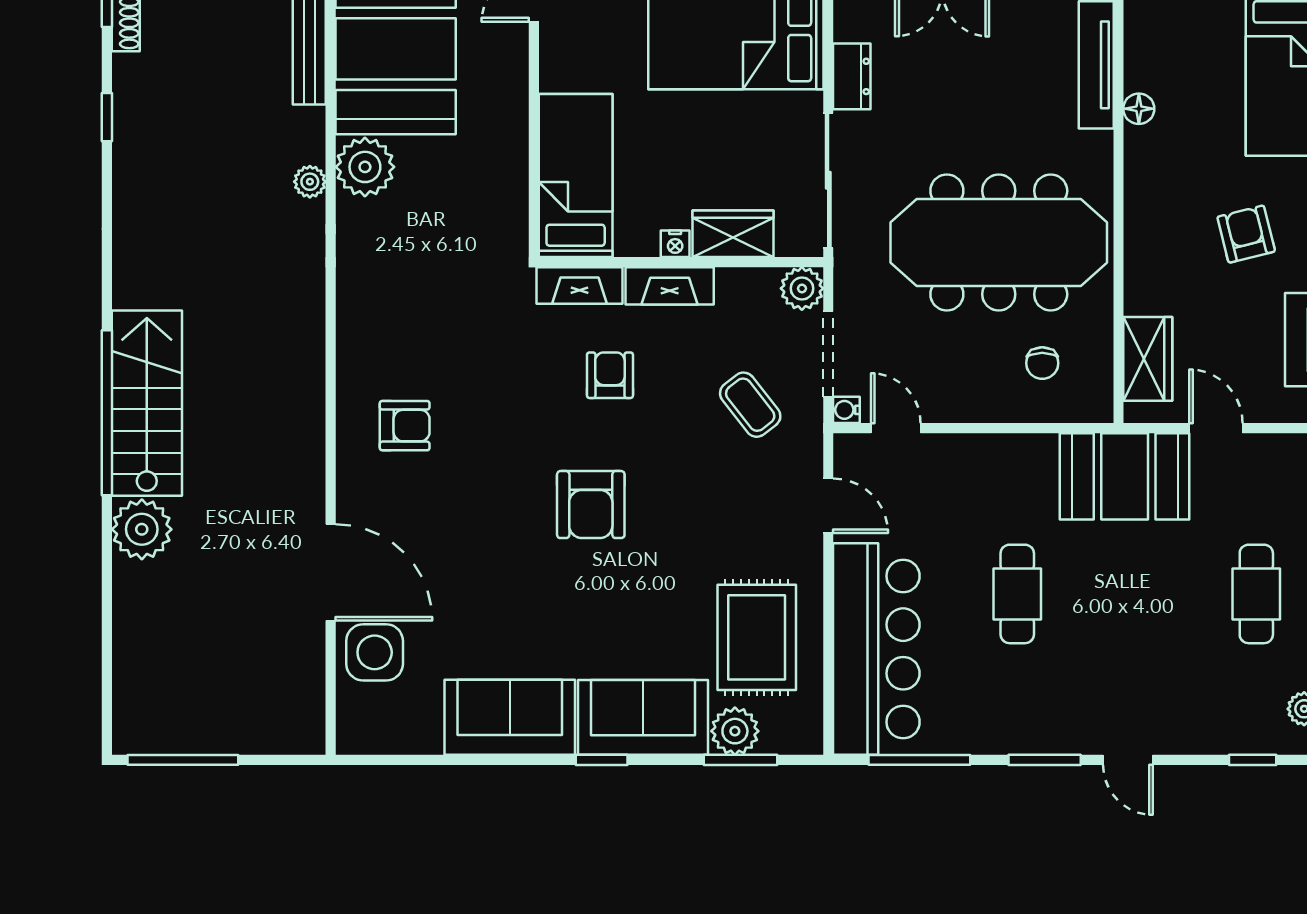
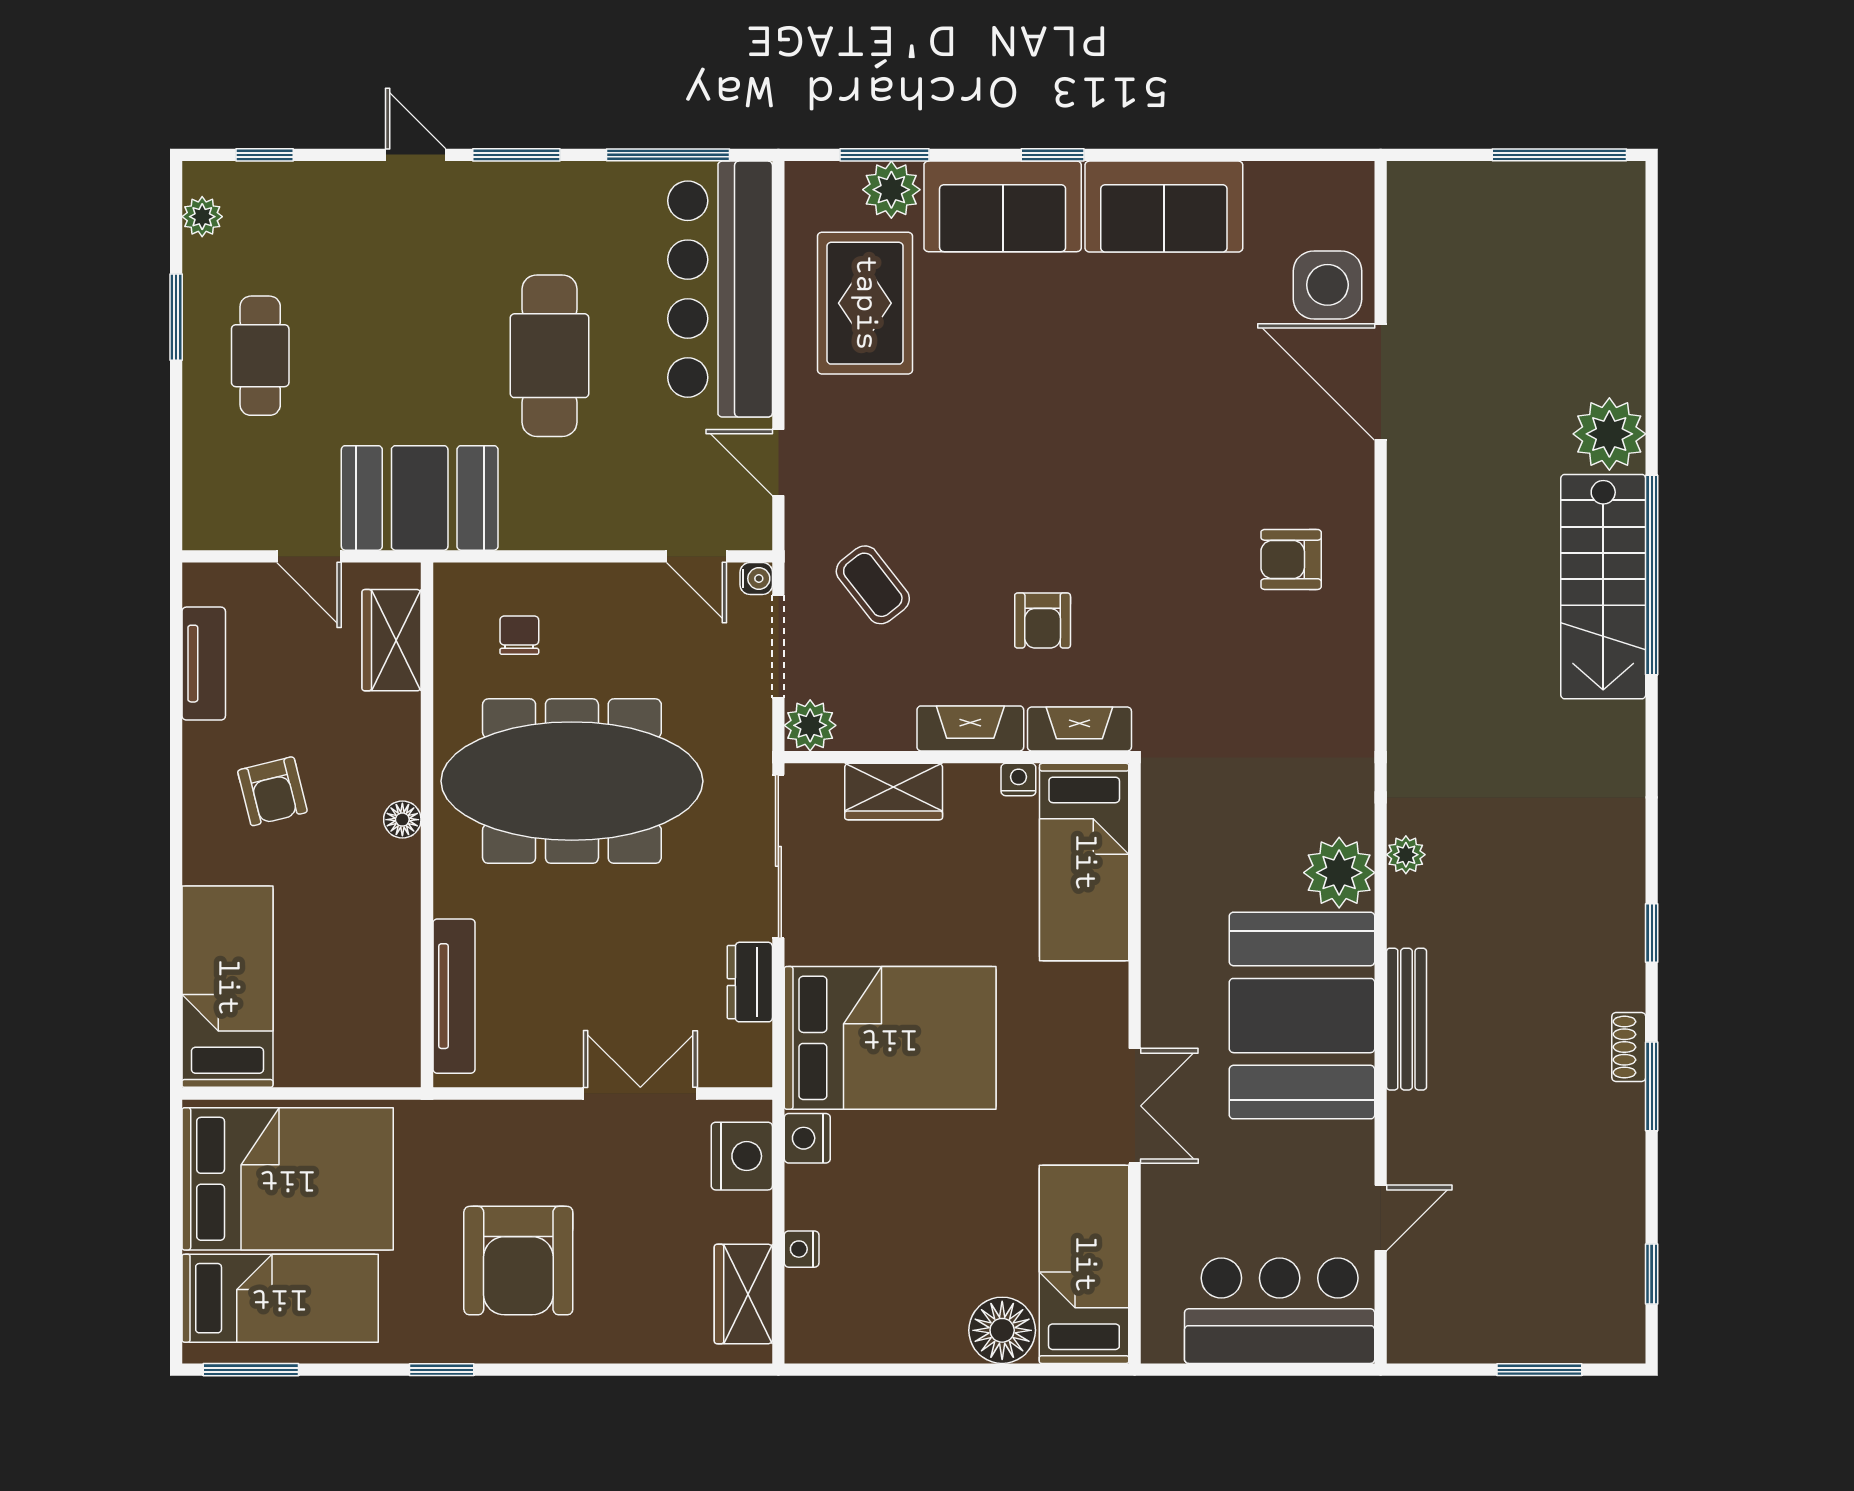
floor lamp: (1139, 109) -> (402, 820), moved
nightstand: (675, 244) -> (1018, 780), moved
armchair: (591, 505) -> (1066, 464), removed
cafe table: (1017, 594) -> (550, 356), width x1.37, depth x1.35

